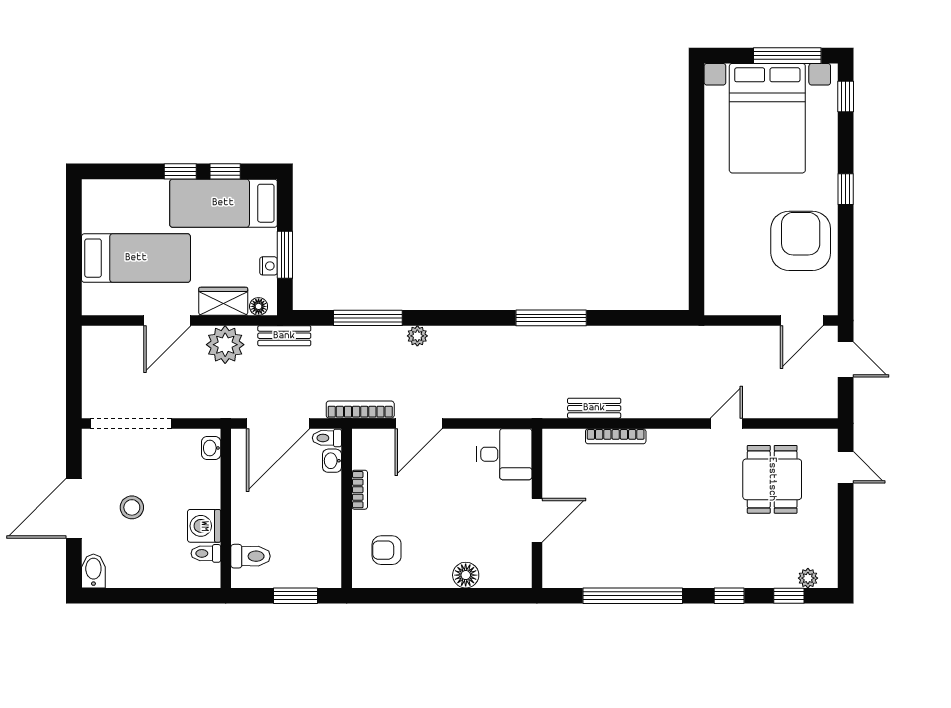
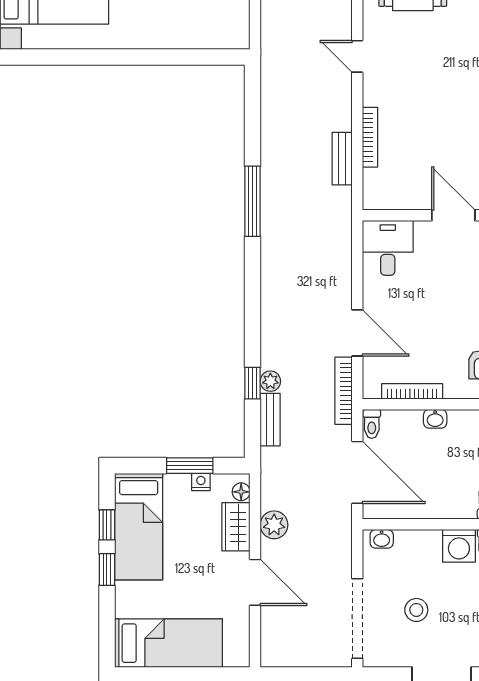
bed: (136, 258) -> (169, 643), moved, turned 90
window: (368, 318) -> (253, 383), width x0.46
bench: (284, 336) -> (270, 420), moved
plant: (417, 336) -> (270, 381), moved
plant: (225, 345) -> (274, 525), width x0.73, depth x0.73
door: (726, 423) -> (357, 56), moved
washbasin: (332, 461) -> (435, 419), moved
bookcase: (360, 490) -> (412, 391), width x1.56
stool: (132, 507) -> (416, 610), moved

